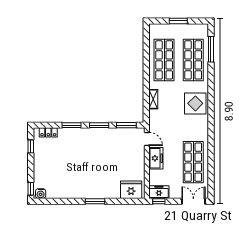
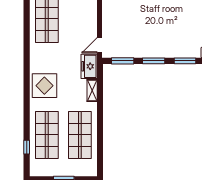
window: (211, 49) -> (27, 147), width x0.46
door: (147, 139) -> (99, 45), hinge flipped
freezer: (156, 158) -> (89, 66), moved

